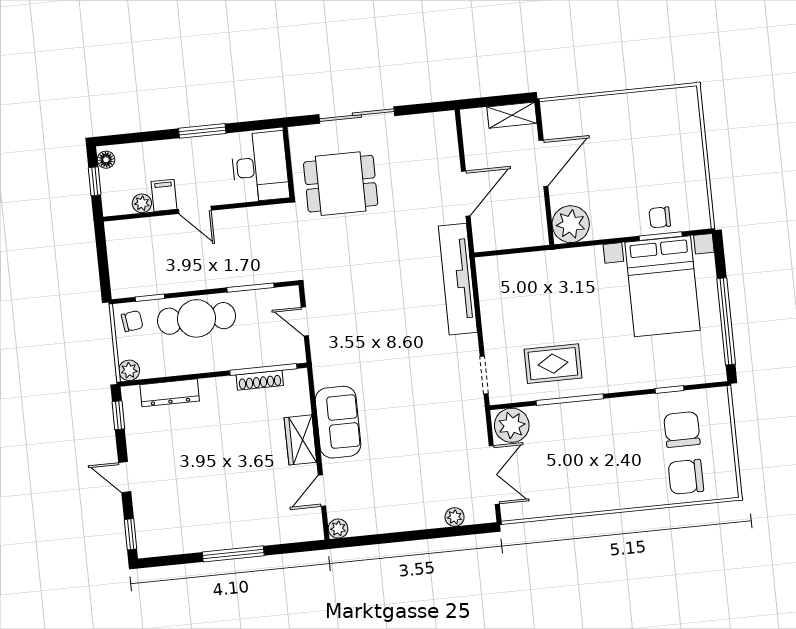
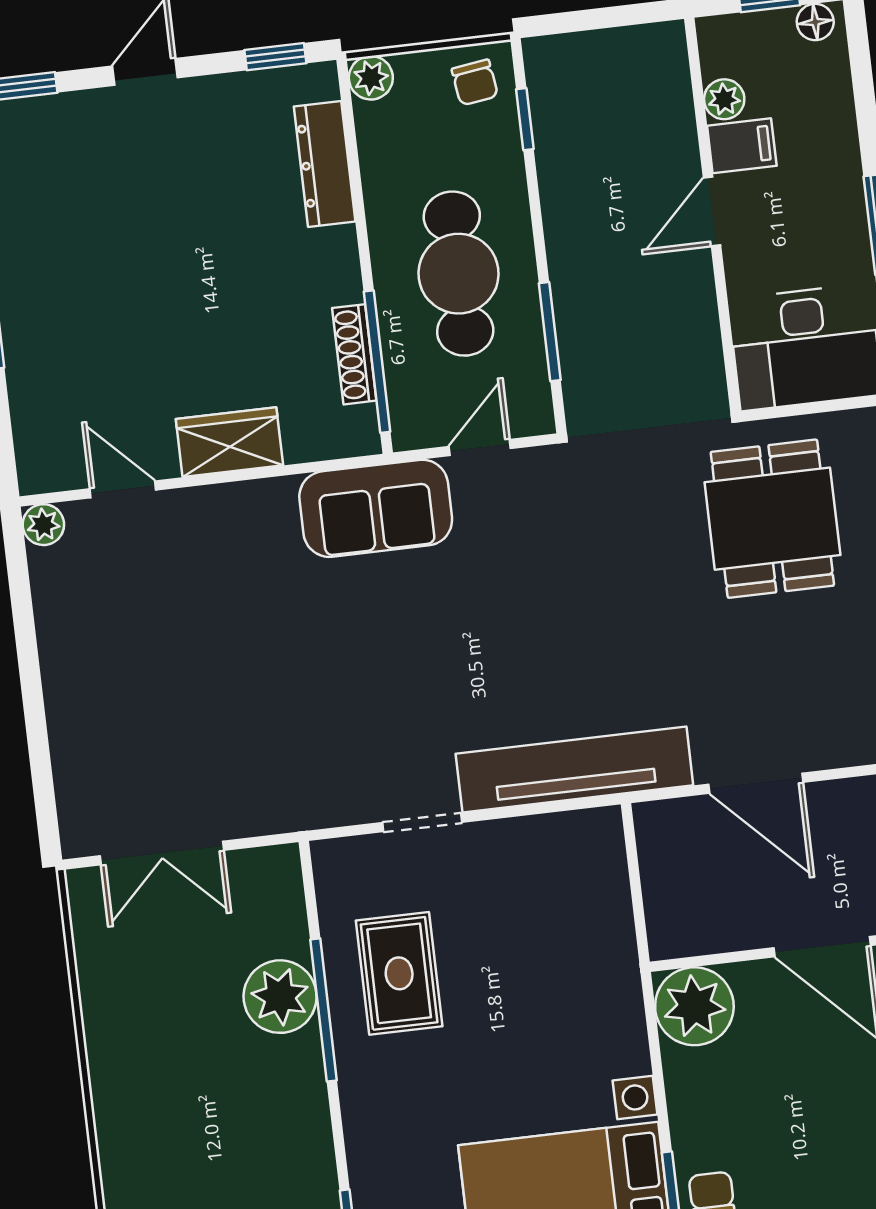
cafe table: (197, 318) -> (459, 274), moved
doorway: (484, 375) -> (422, 822), moved
sofa: (338, 422) -> (376, 508), moved
plant: (512, 425) -> (280, 997), moved
plant: (455, 517) -> (72, 770), removed

